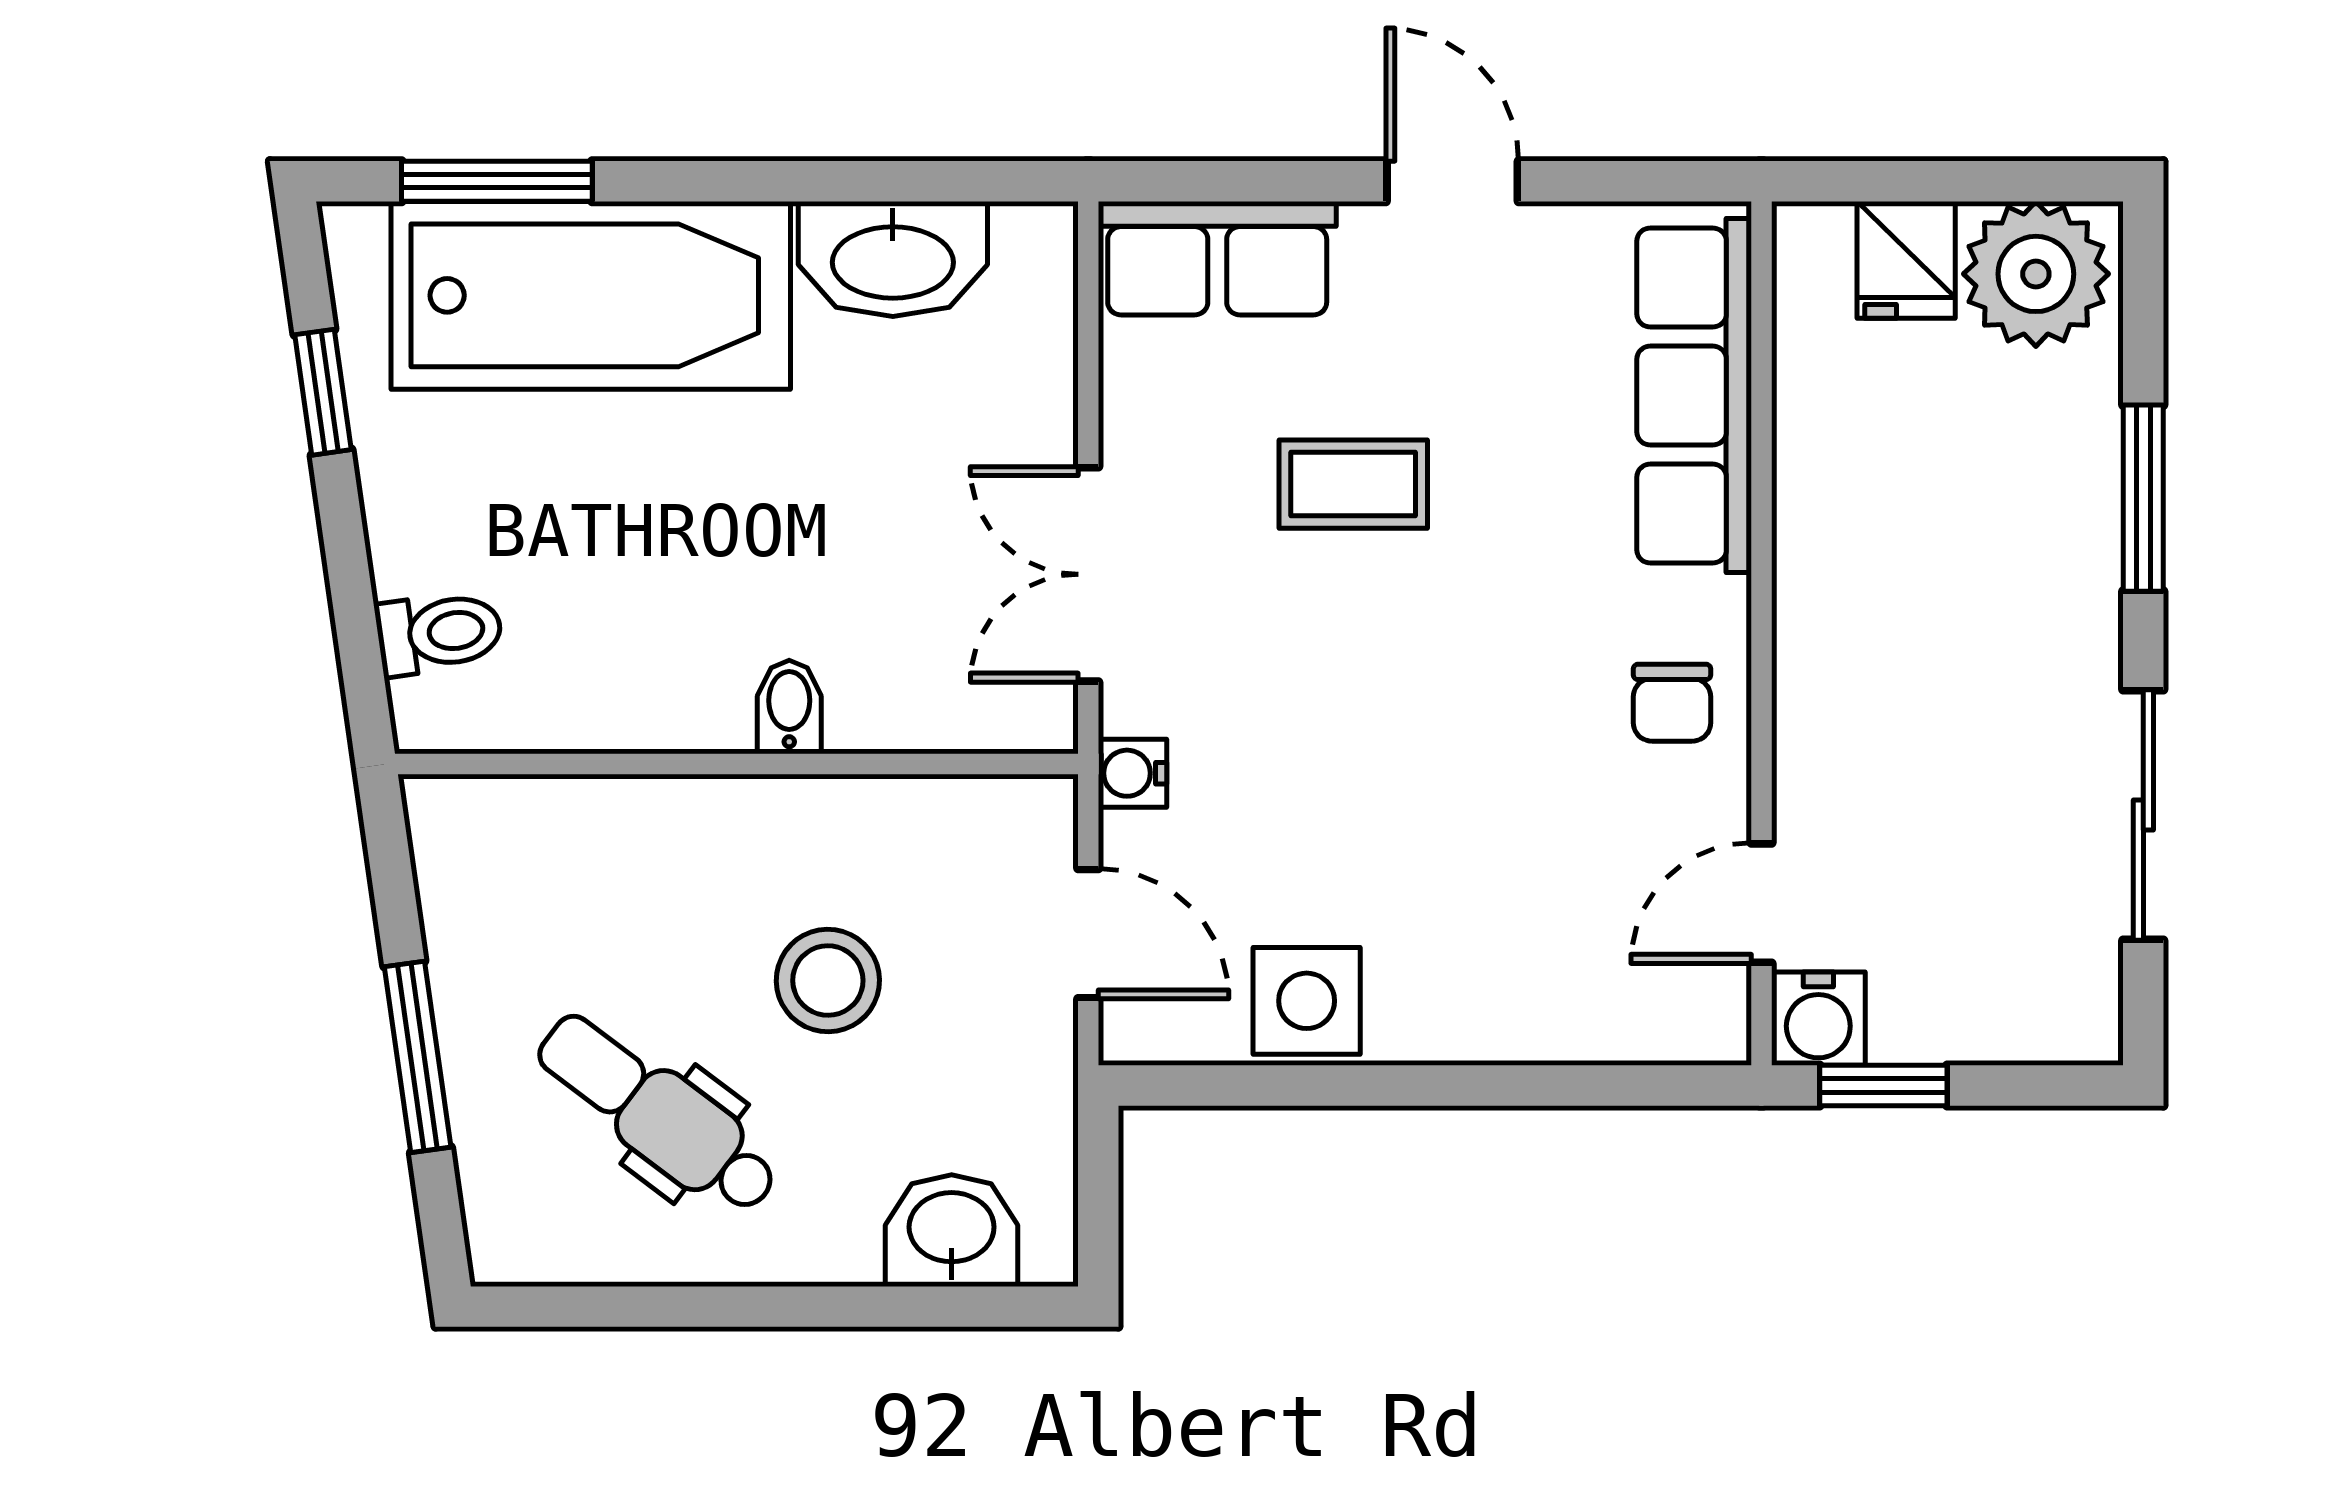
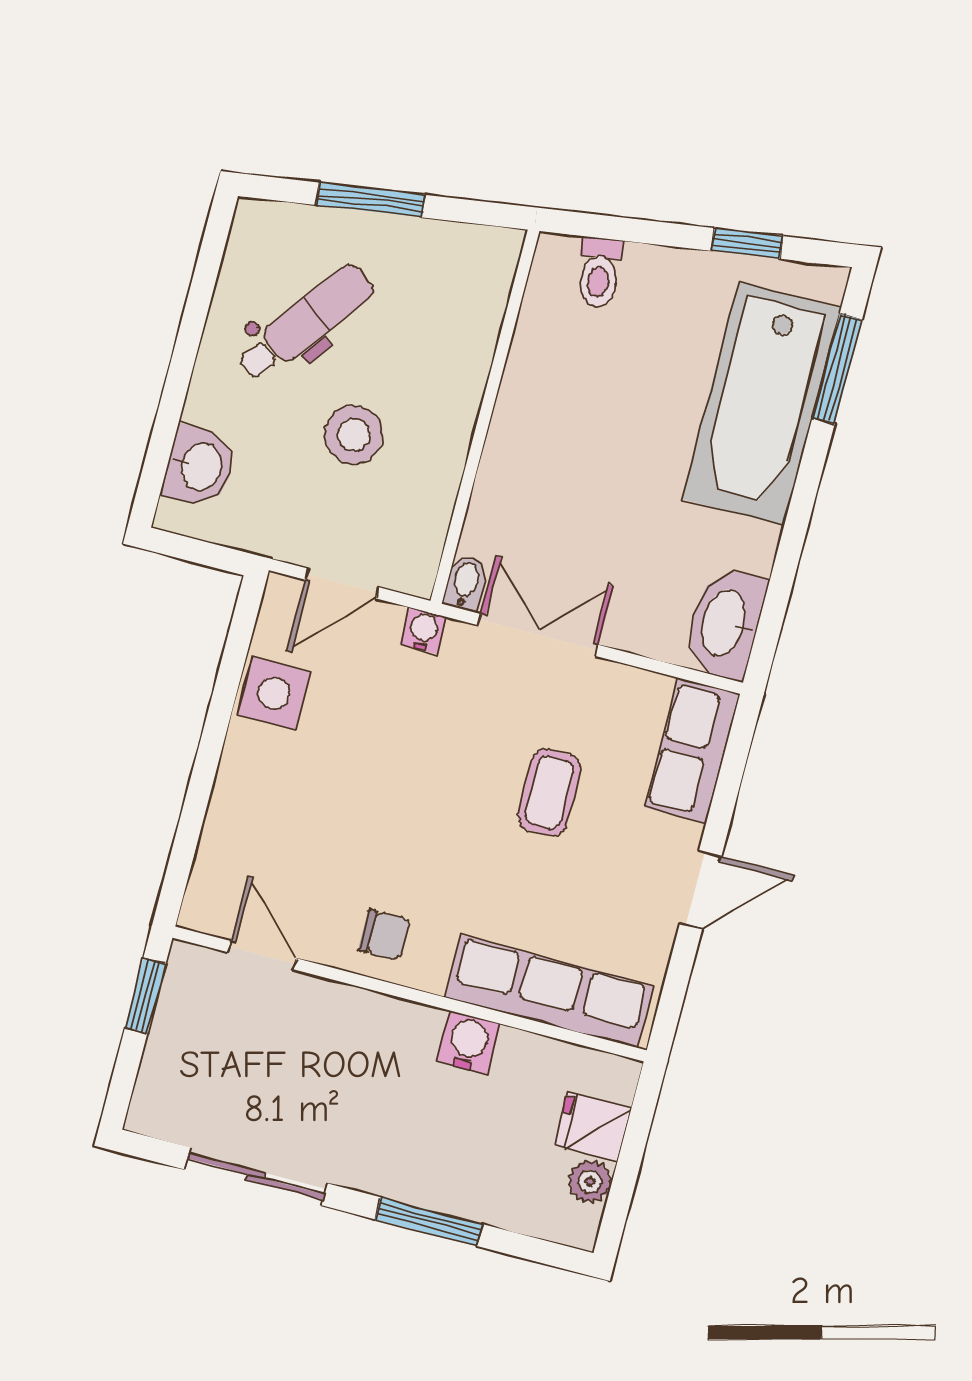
washbasin: (893, 259) -> (725, 623), moved
plant: (2036, 274) -> (590, 1181), width x0.53, depth x0.53
chair: (1672, 703) -> (384, 935), turned 180
bidet: (789, 707) -> (466, 583), moved, turned -90
water cooler: (1818, 1019) -> (468, 1043), moved, turned 90

